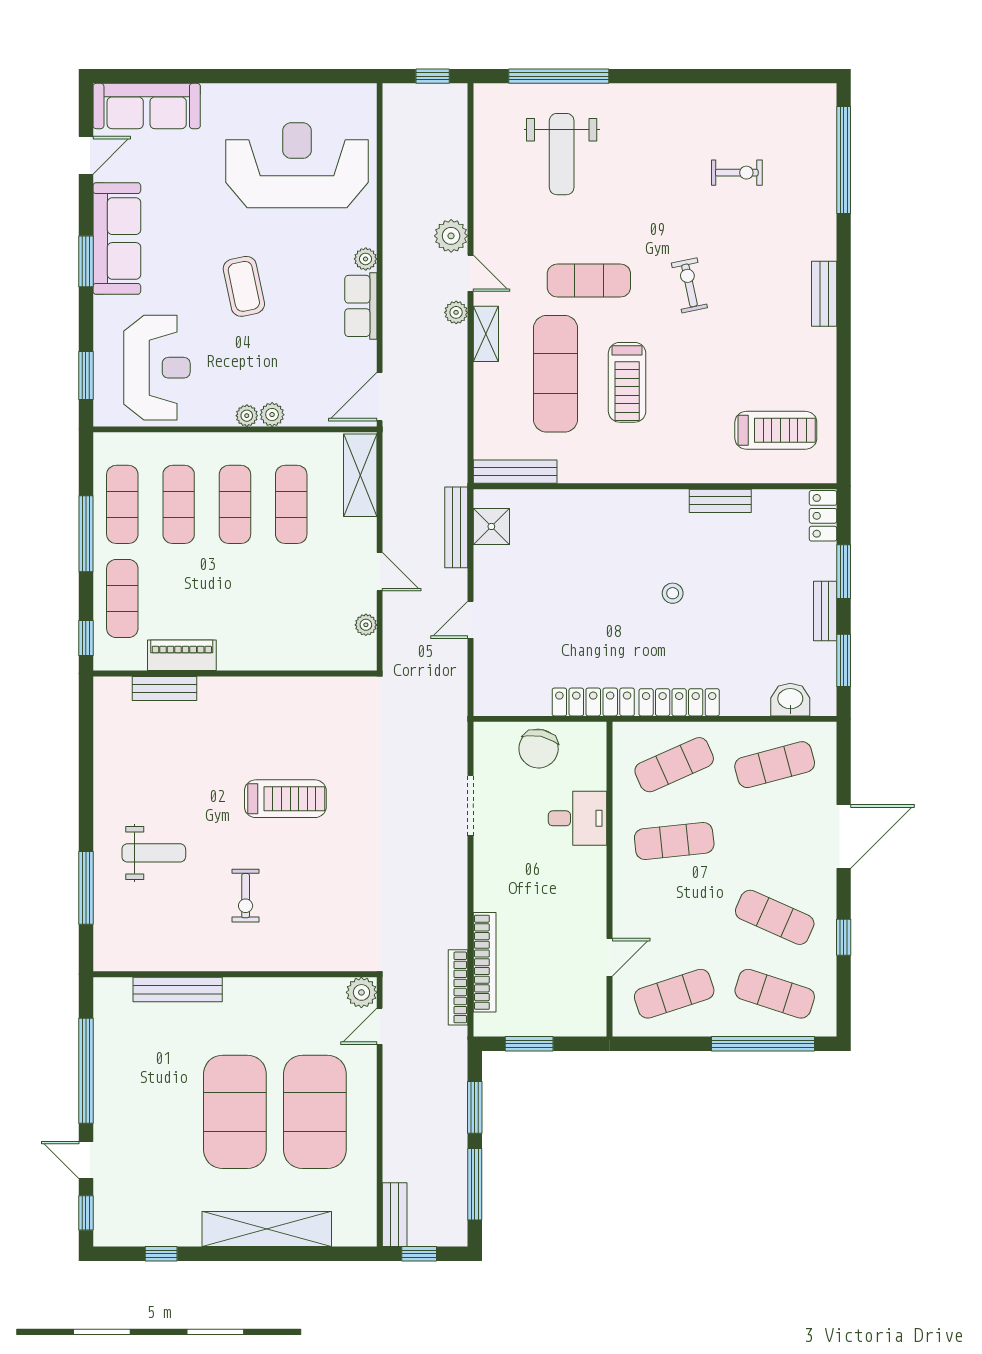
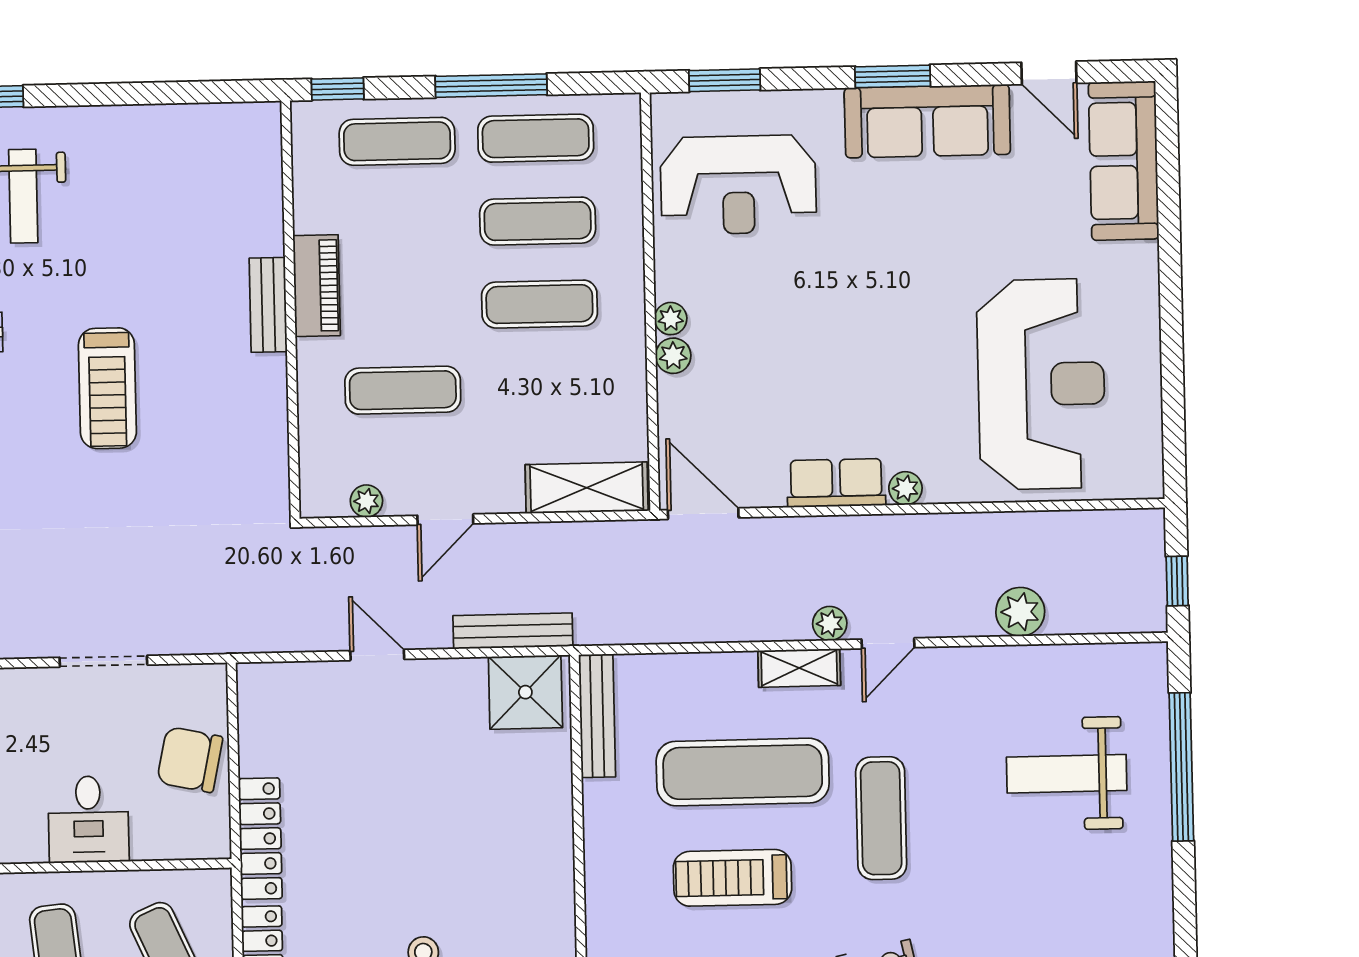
plant: (451, 236) -> (1020, 612), moved
coffee table: (244, 286) -> (861, 310), removed
exercise mat: (291, 504) -> (403, 390), moved
shower: (491, 526) -> (525, 692), width x1.36, depth x1.36
piano: (182, 655) -> (317, 286), moved
bench: (164, 689) -> (268, 305), moved

